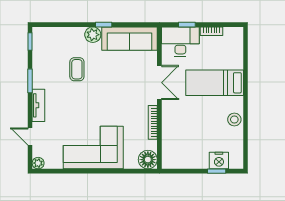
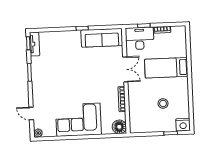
plant: (93, 35) -> (74, 36), removed
coffee table: (77, 69) -> (64, 62), removed
tv unit: (38, 105) -> (34, 44), moved
stool: (234, 119) -> (163, 103), moved
nightstand: (219, 160) -> (183, 125), moved

